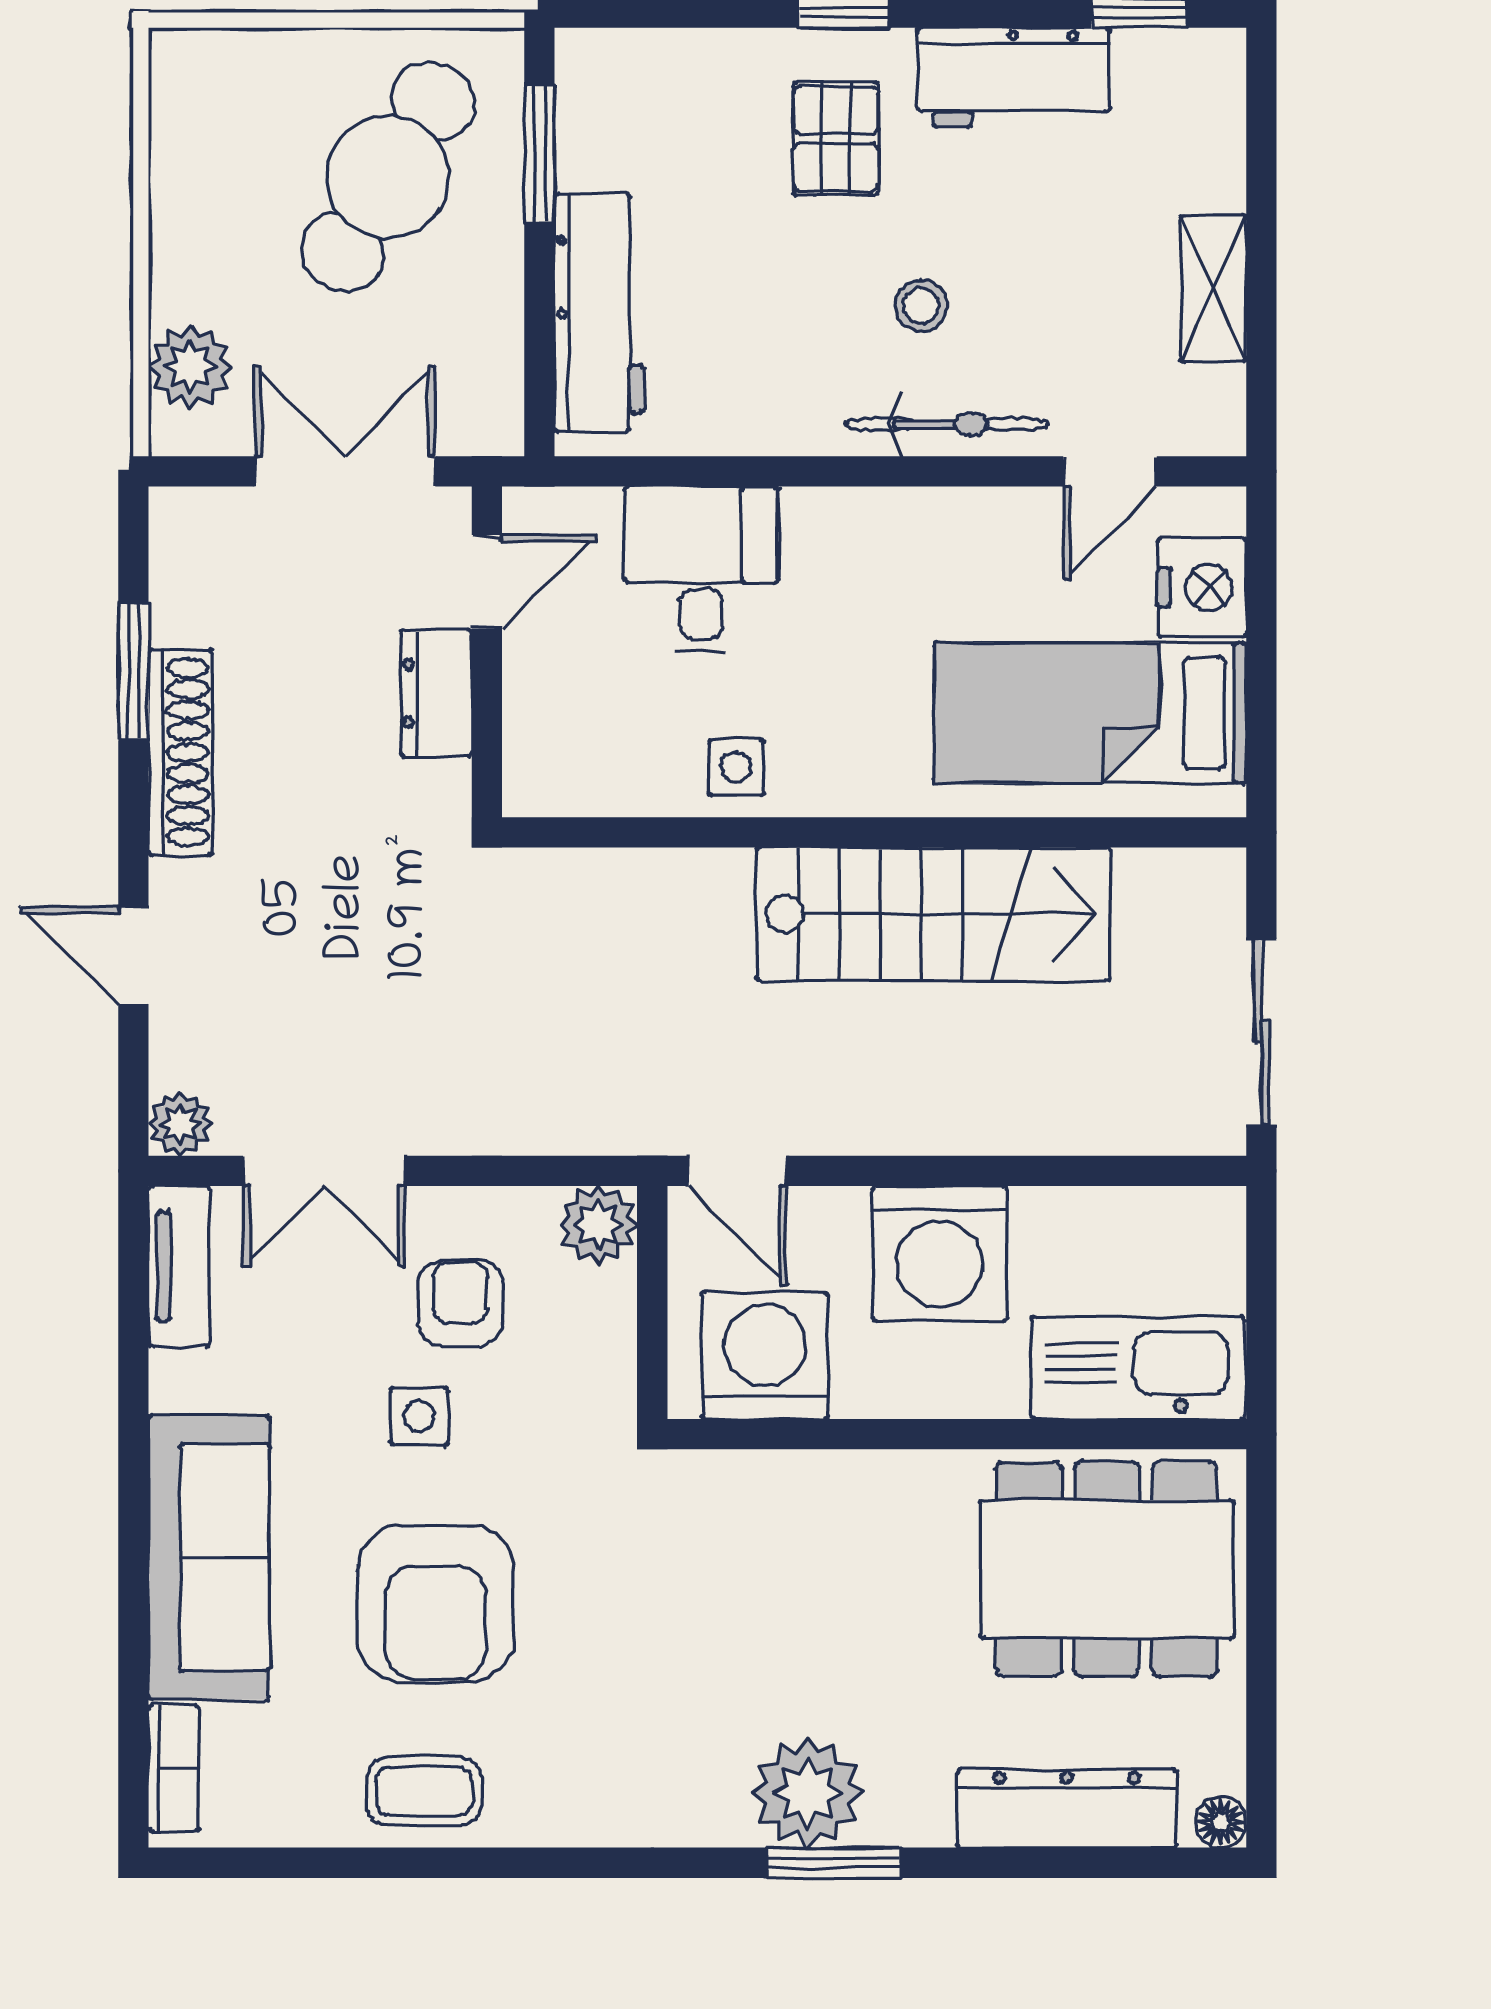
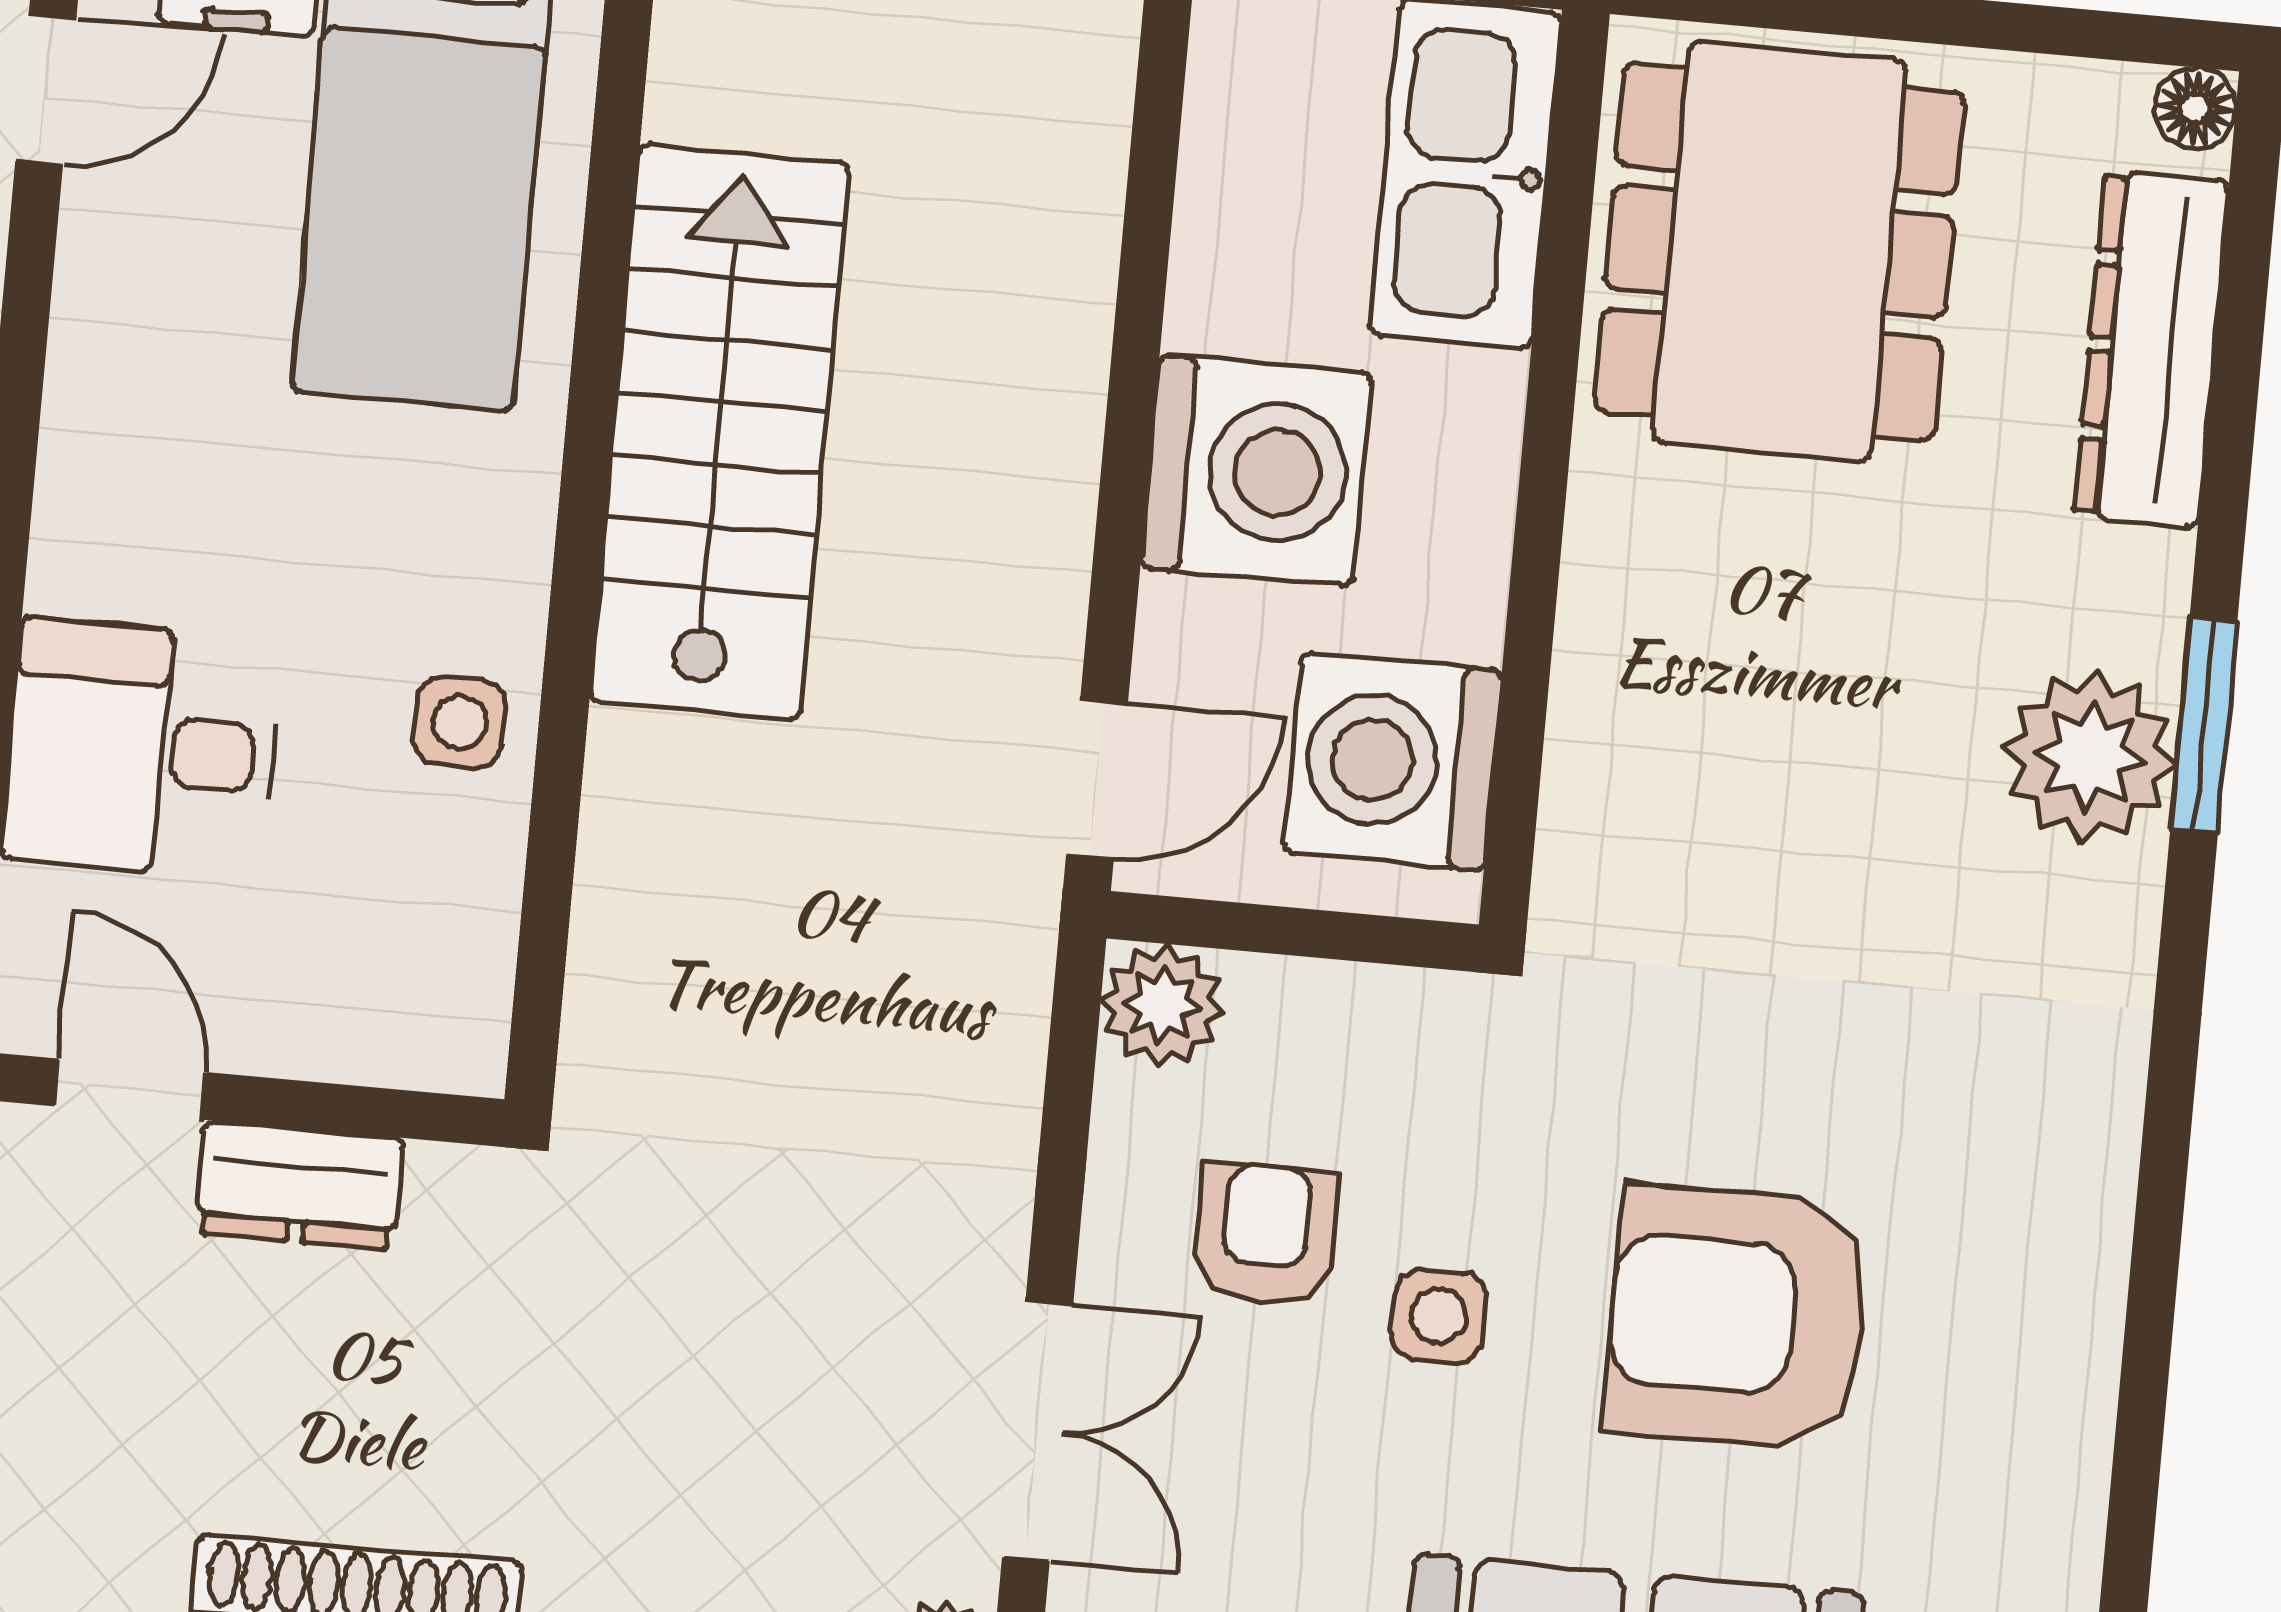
door: (1110, 471) -> (46, 89), hinge flipped
armchair: (461, 1303) -> (1266, 1234), turned 90
armchair: (436, 1604) -> (1738, 1317), turned 180
coffee table: (424, 1791) -> (2032, 1362), removed

